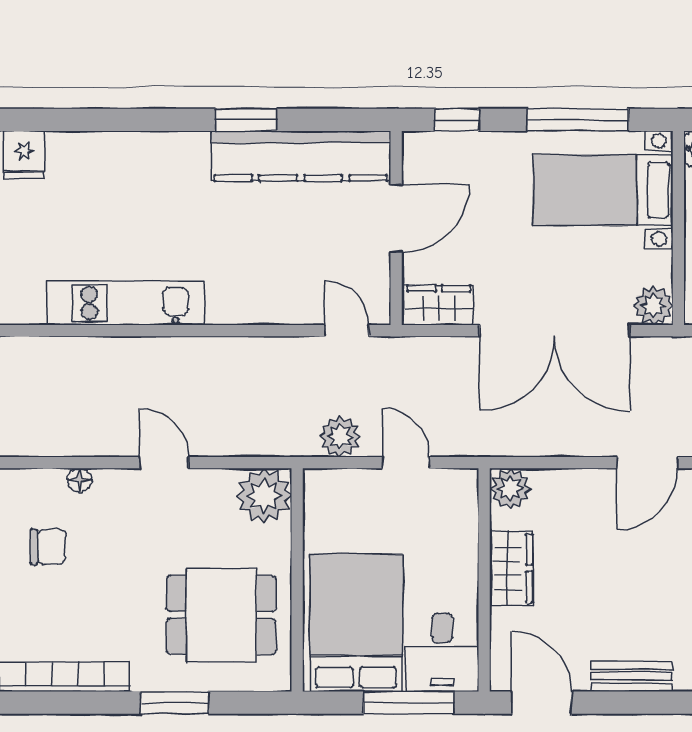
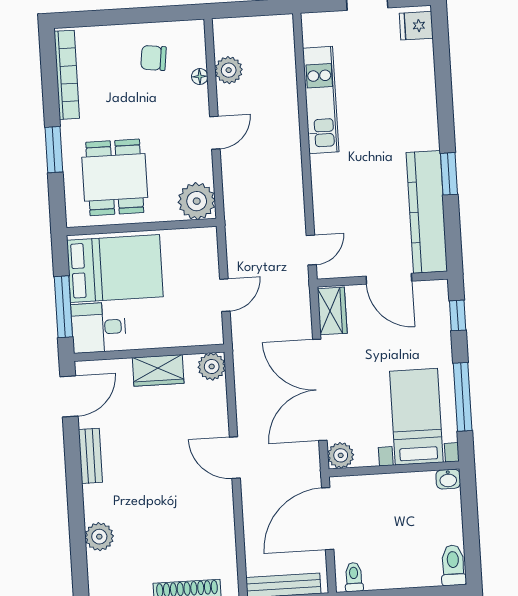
plant: (340, 437) -> (229, 70), moved
chair: (48, 547) -> (154, 58), turned 97

